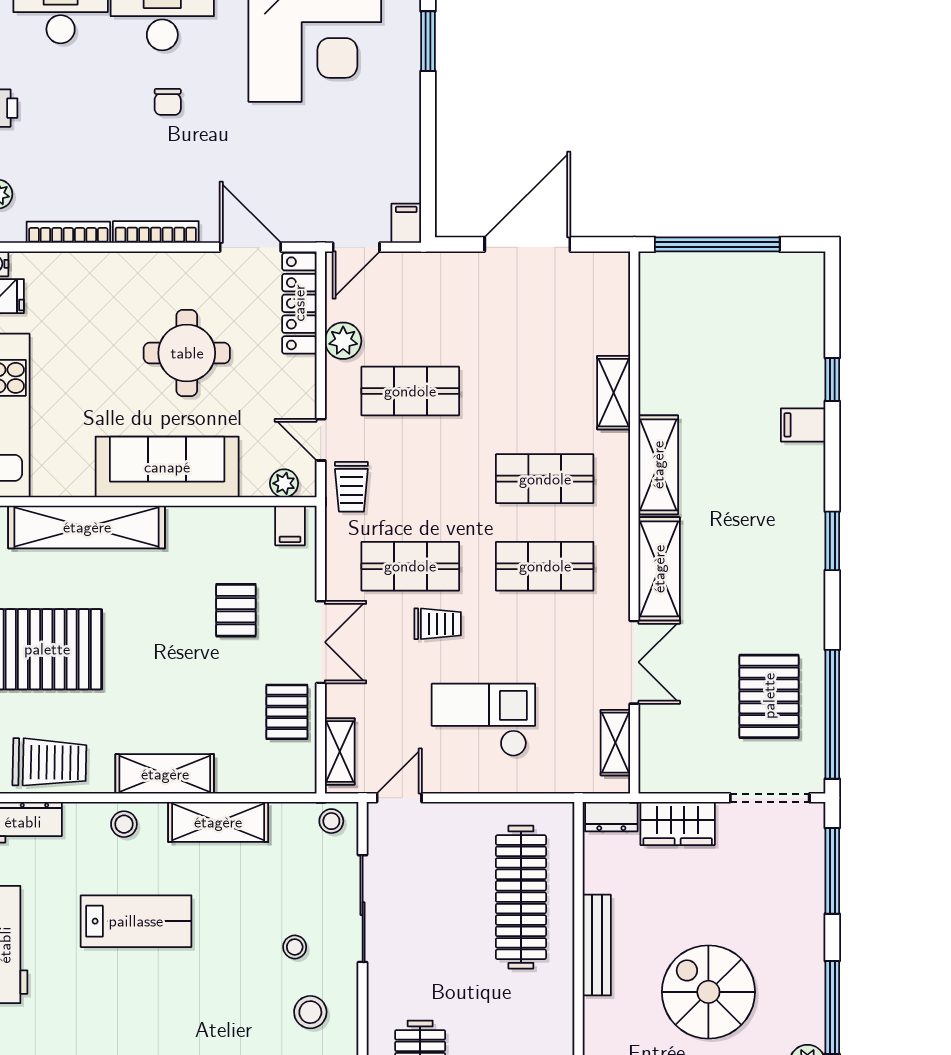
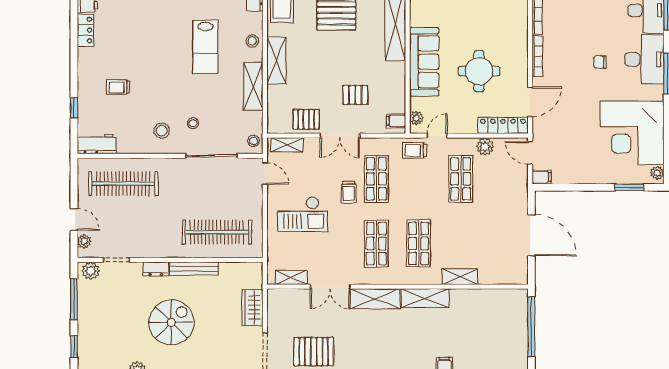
checkout: (483, 720) -> (302, 214), turned 90
dresser: (611, 817) -> (156, 269), moved, turned -90

